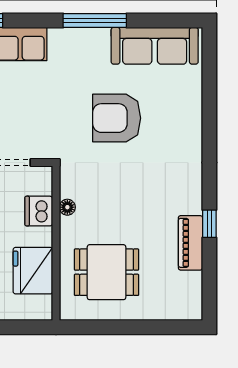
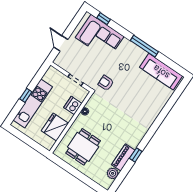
armchair: (117, 118) -> (106, 83), moved, width x0.53, depth x0.53
dining table: (107, 272) -> (83, 147), turned 90
plant: (191, 284) -> (113, 173), added

